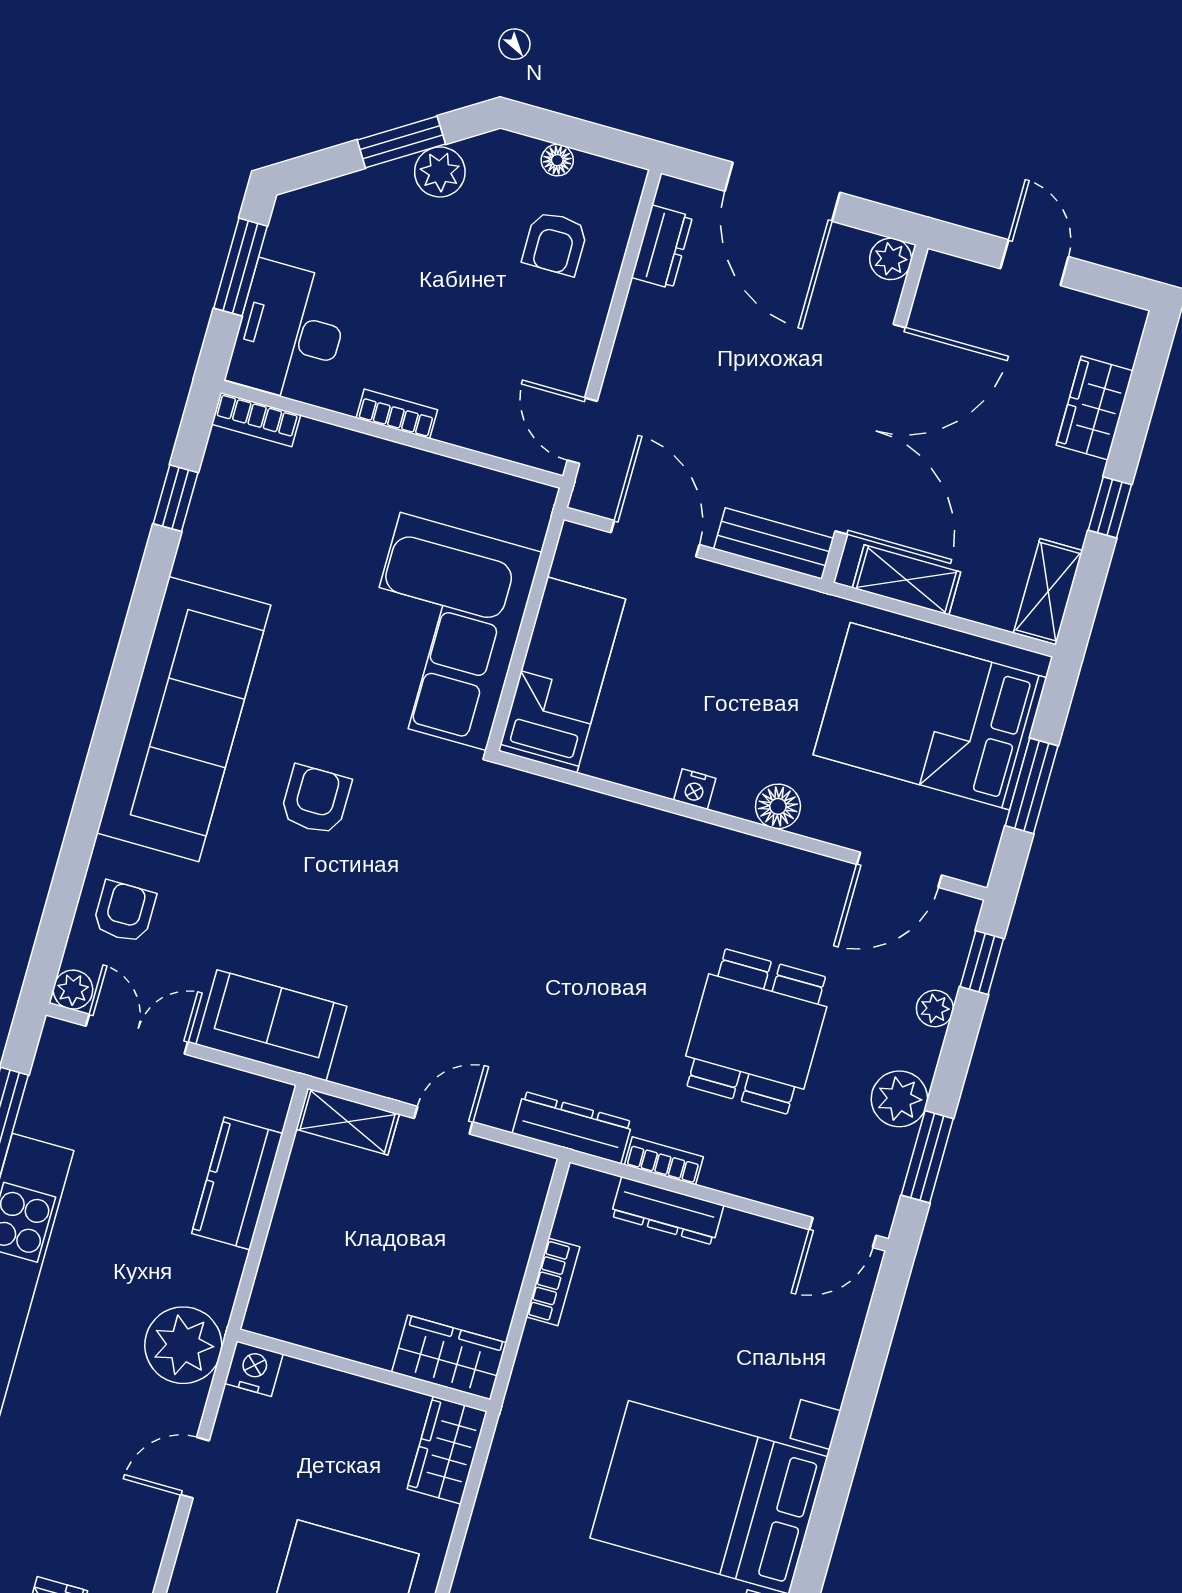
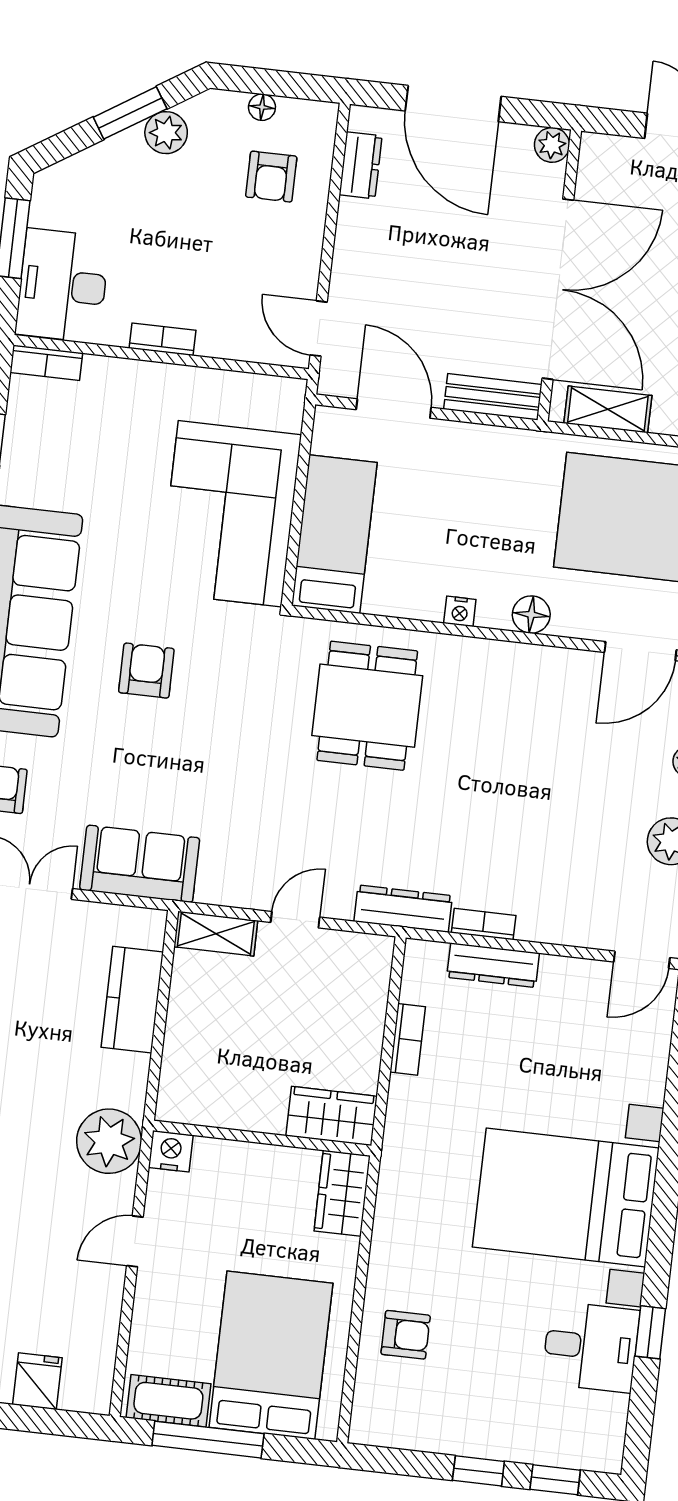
dining table: (756, 1031) -> (367, 706), moved

